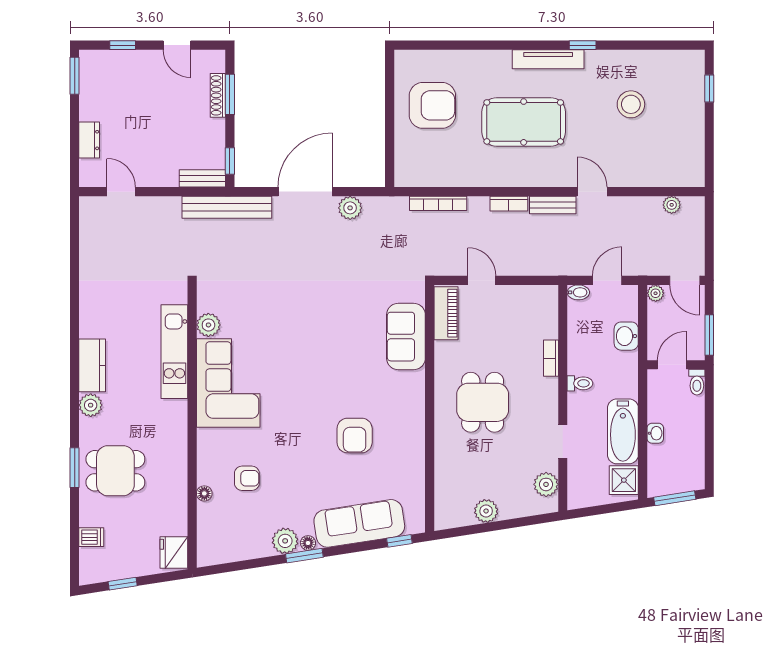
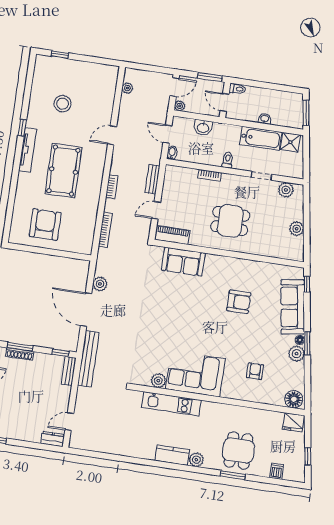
dresser: (89, 140) -> (53, 439), moved
bench: (553, 205) -> (152, 179), moved
floor lamp: (204, 493) -> (294, 399), moved, width x1.89, depth x1.89

